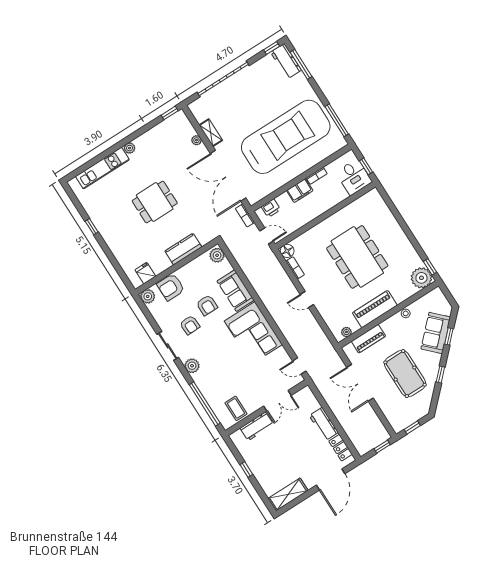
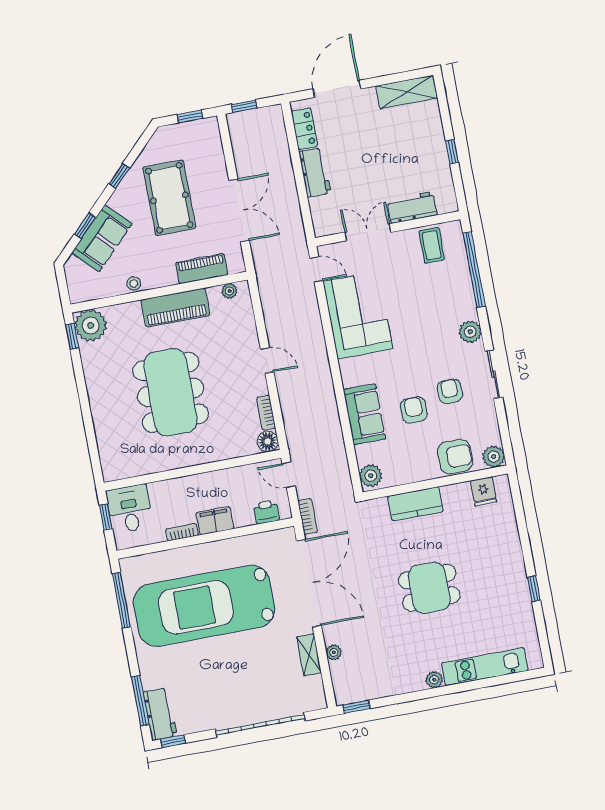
corner sofa: (253, 333) -> (358, 315), moved

